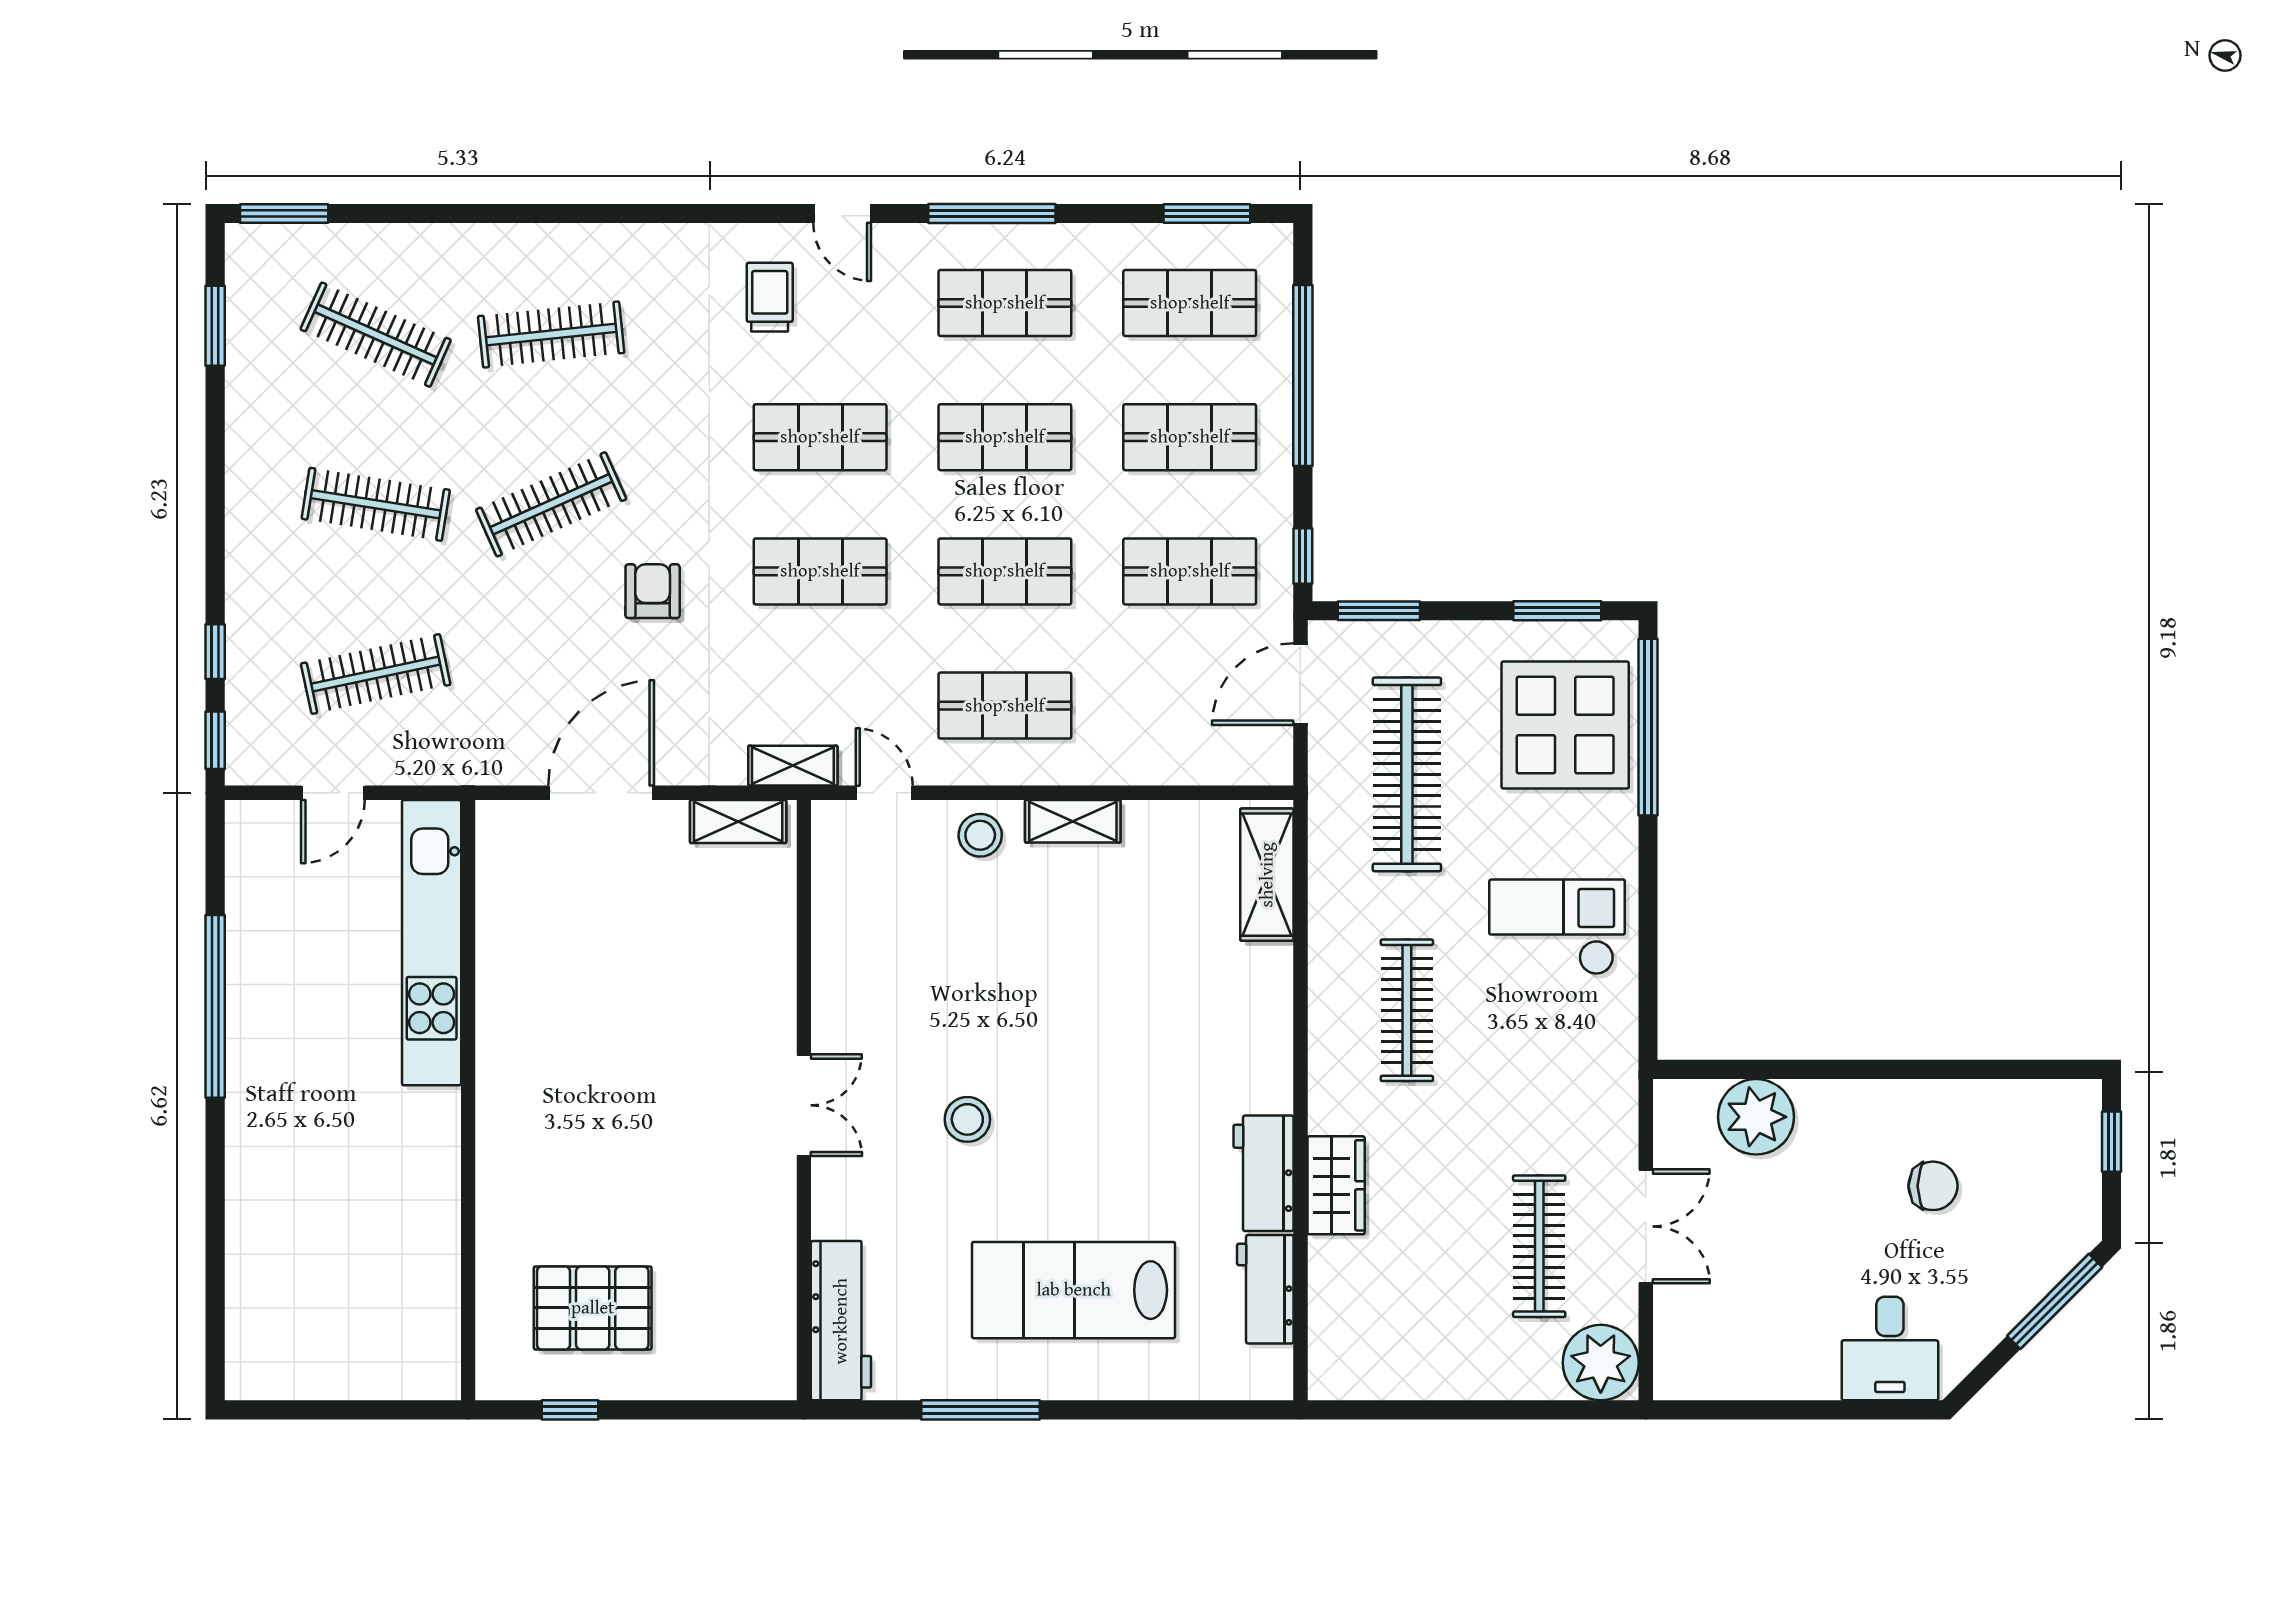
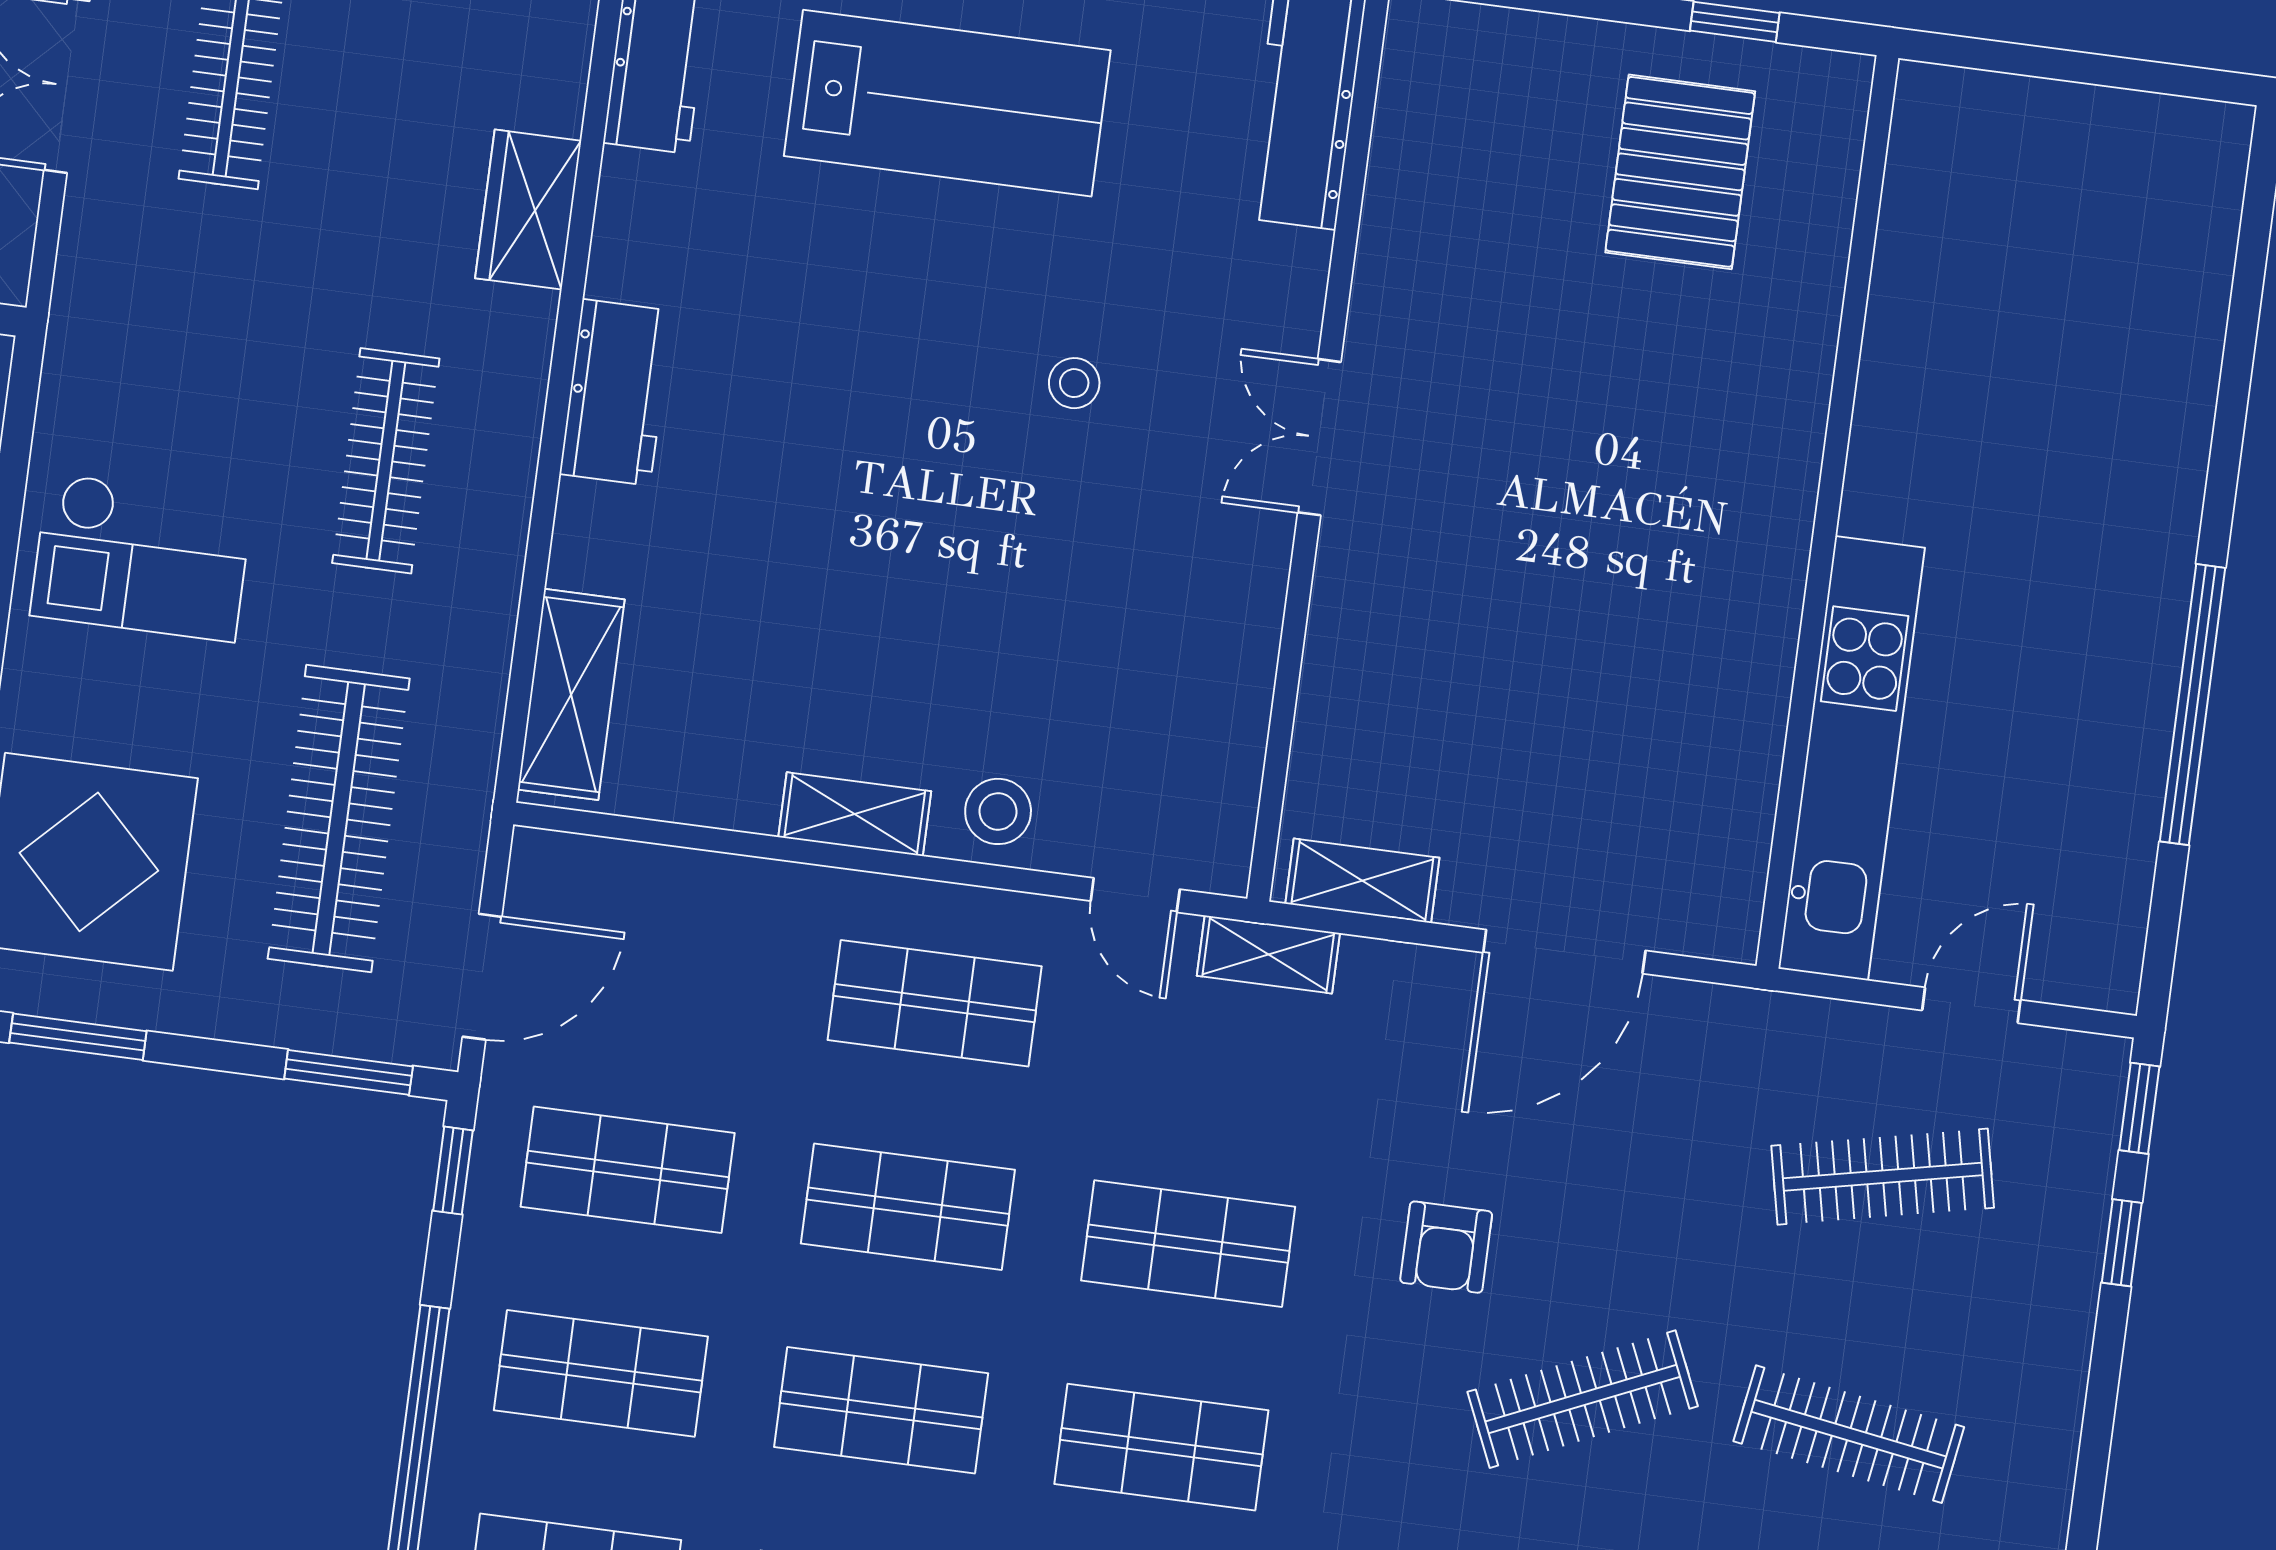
stool: (967, 1119) -> (1074, 383), width x0.73, depth x0.73
workbench: (1263, 1173) -> (616, 392), moved
pallet: (593, 1308) -> (1680, 172), turned 90

